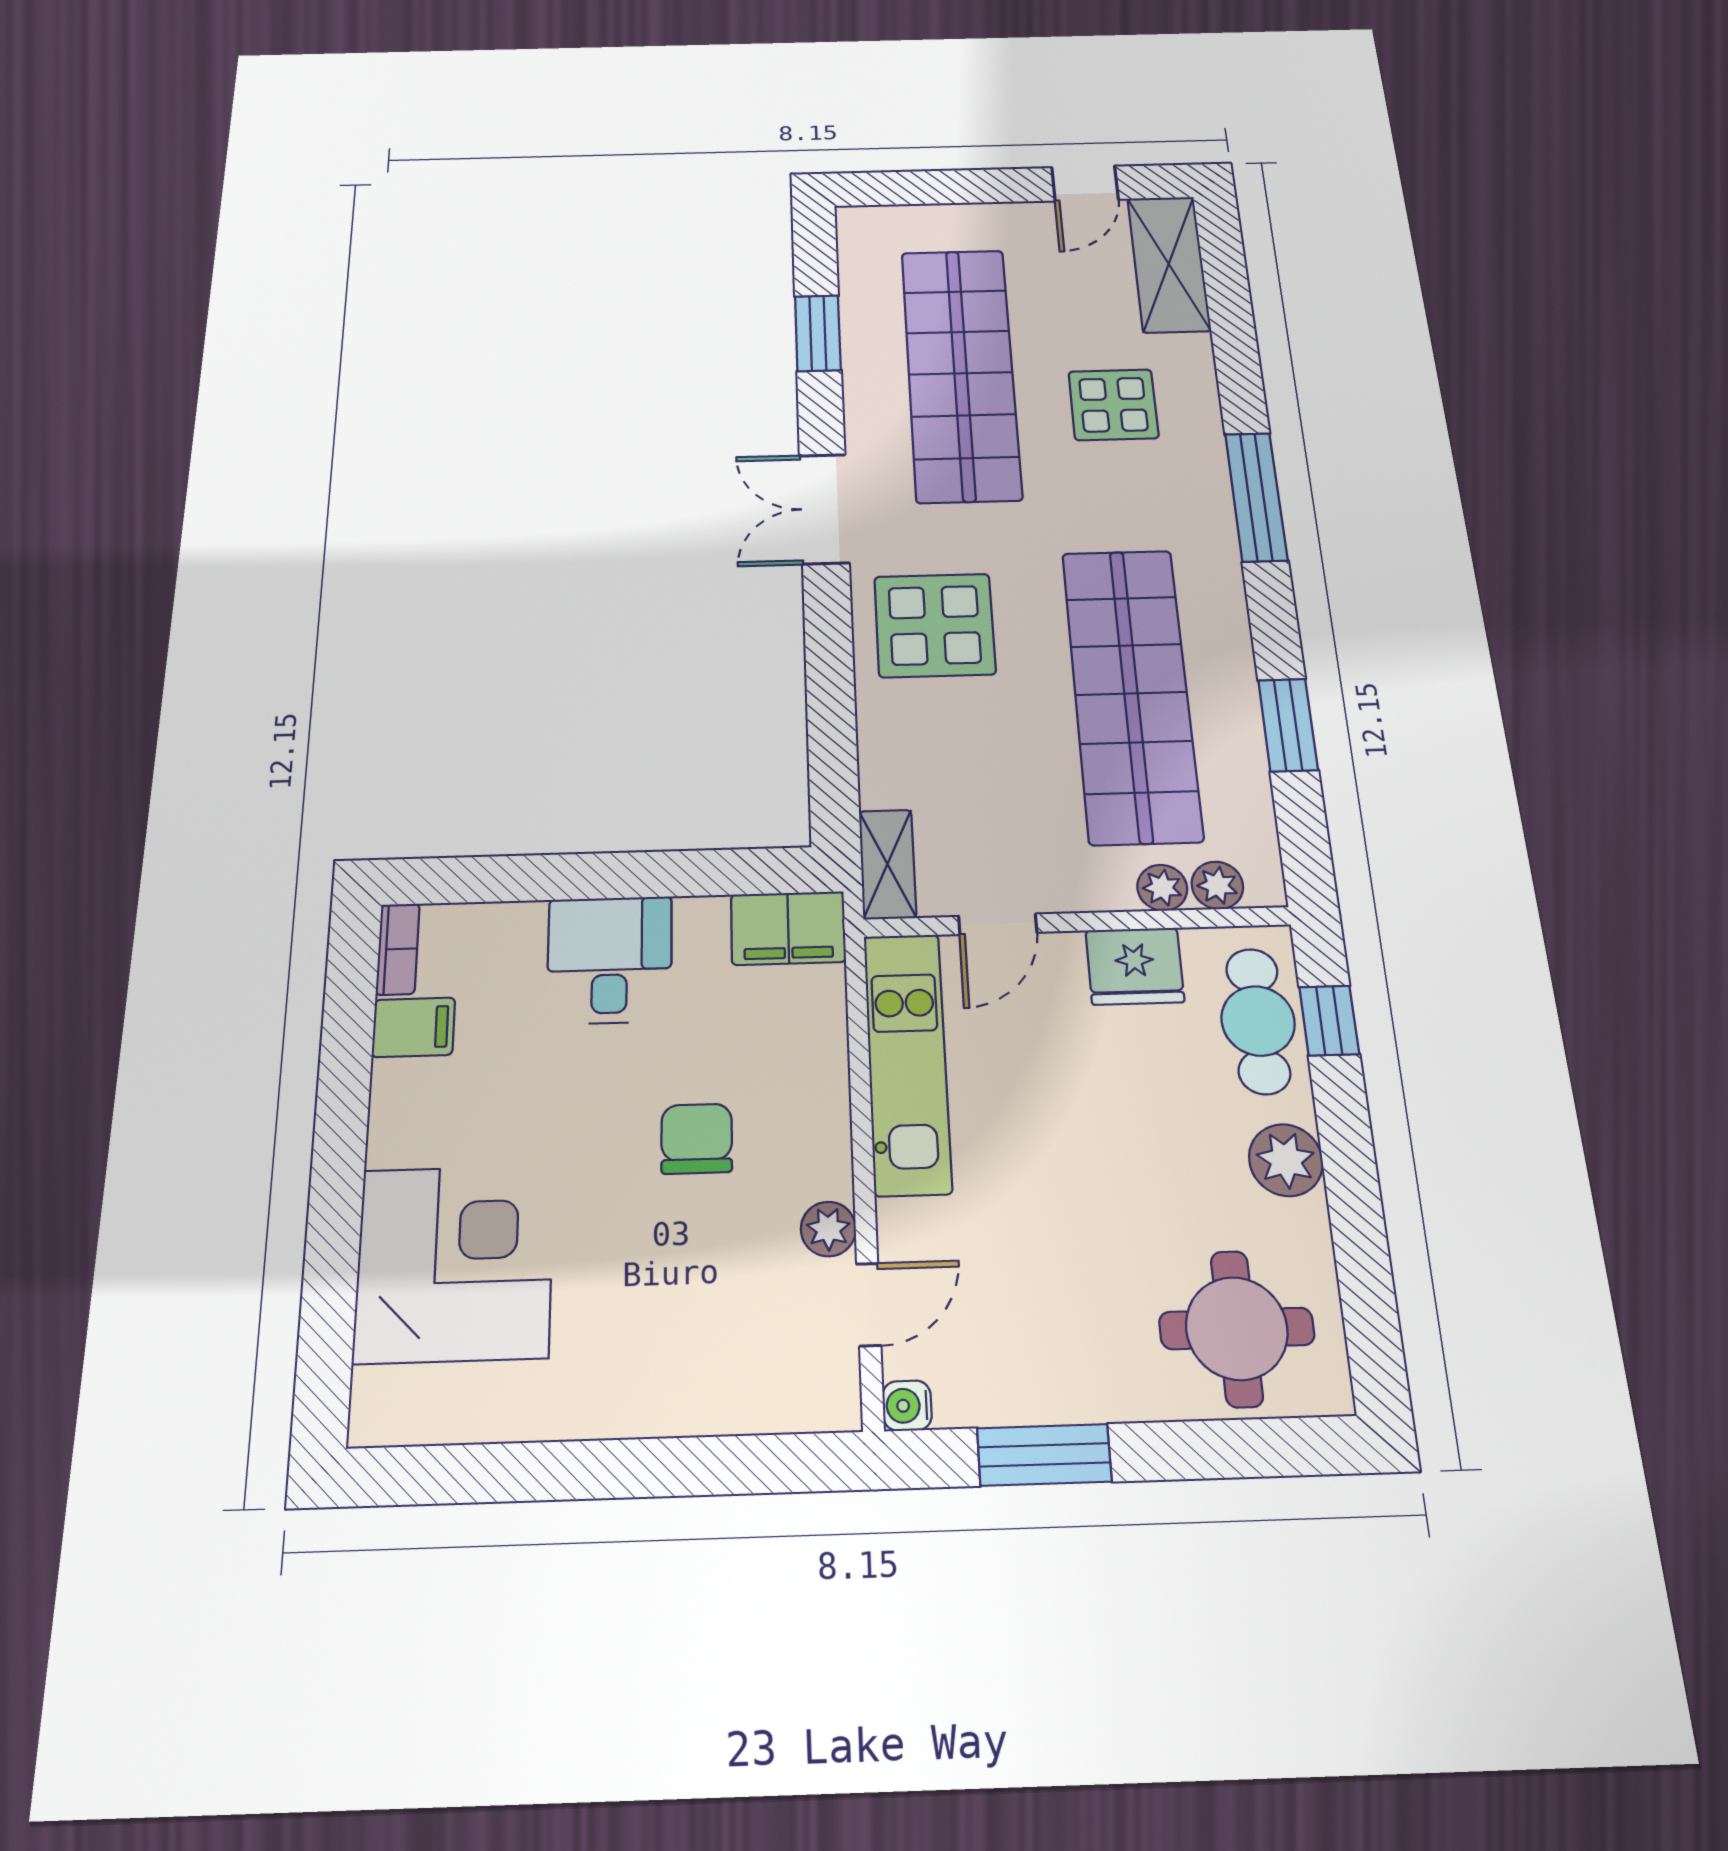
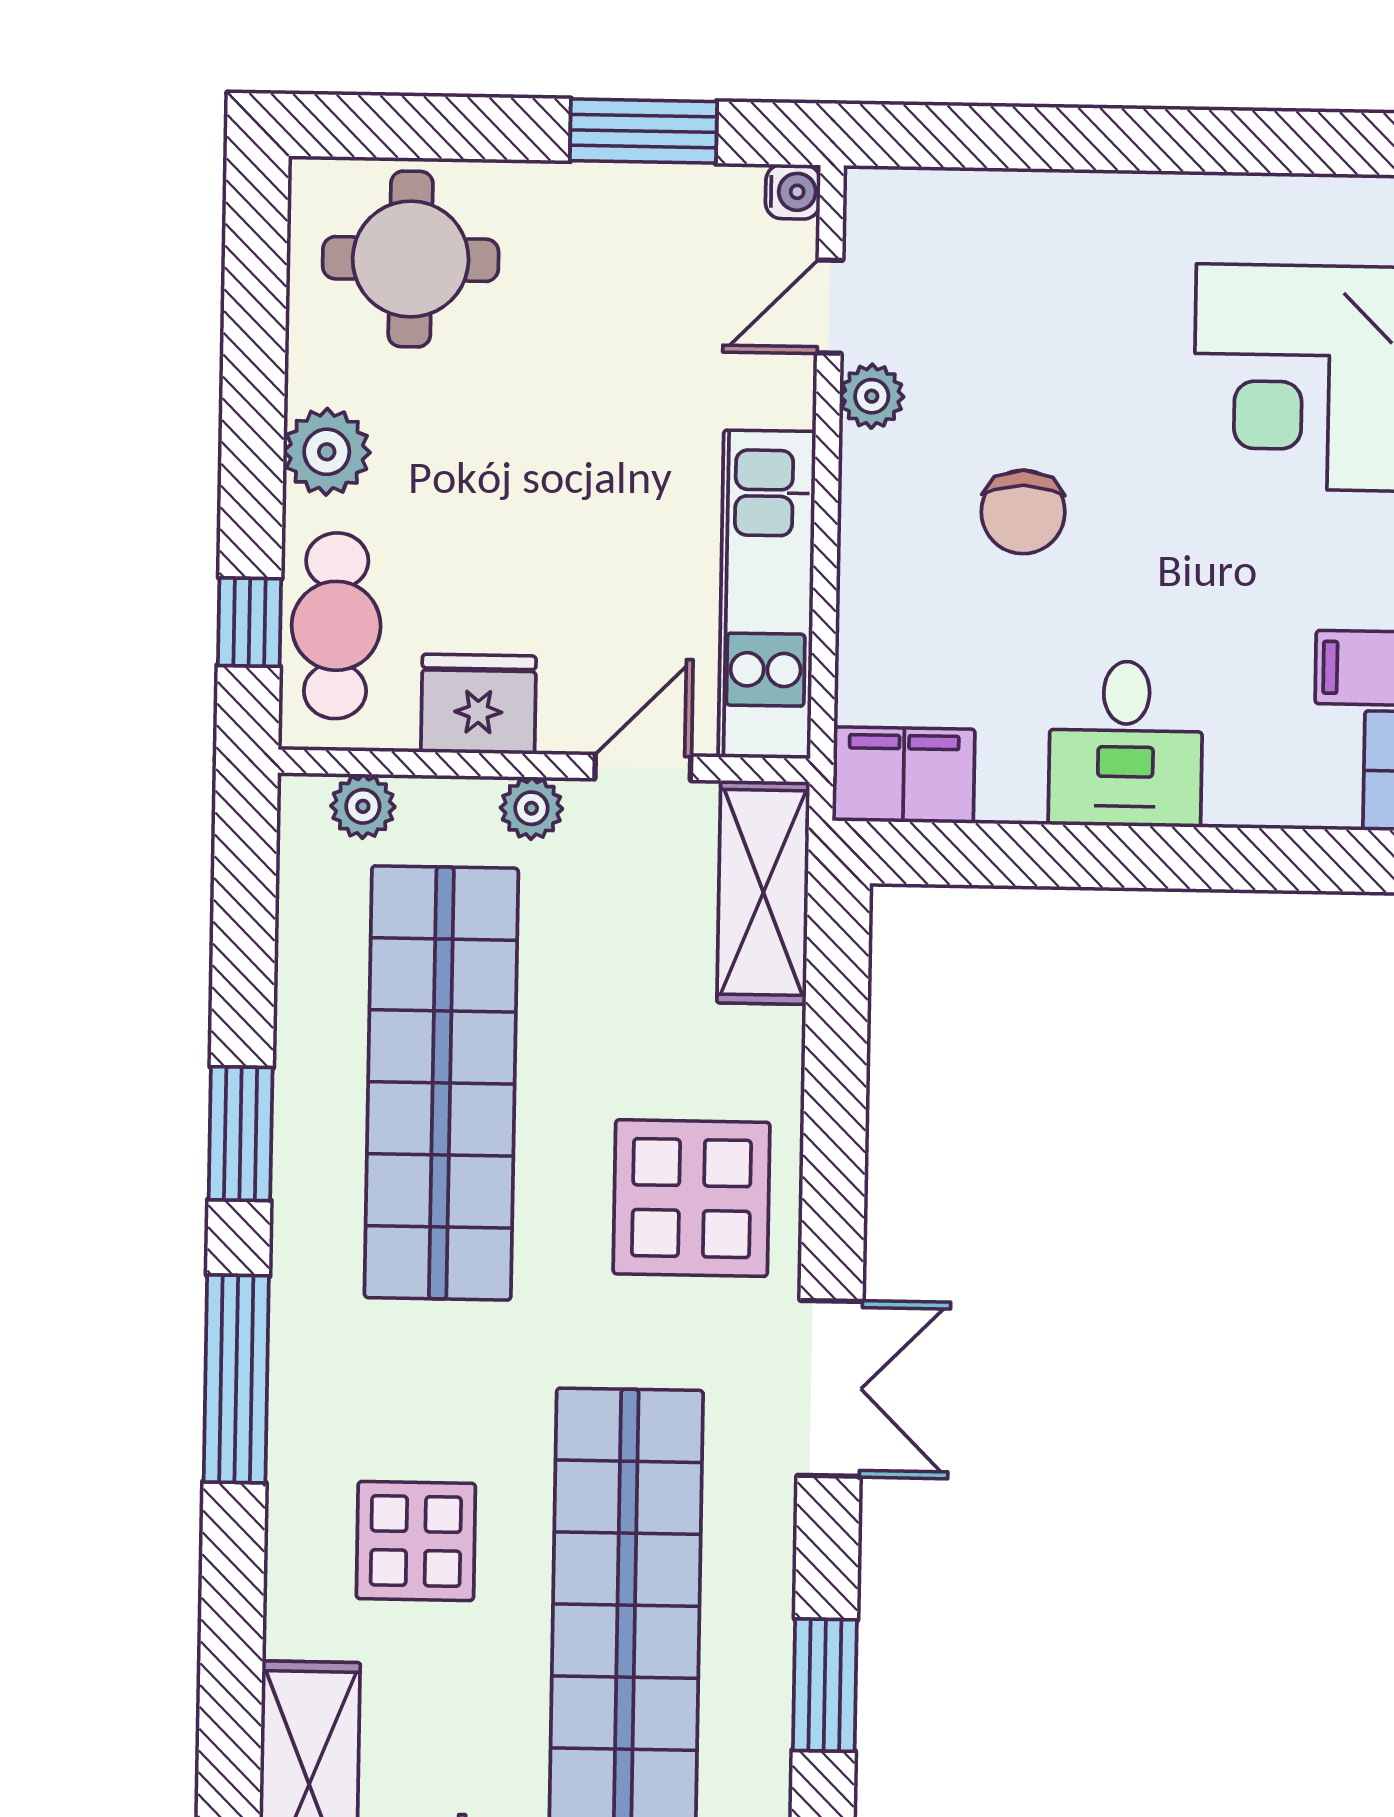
window: (1288, 725) -> (241, 1134), moved
shelving: (887, 864) -> (763, 892), width x1.50, depth x1.33
plant: (1162, 888) -> (531, 808), moved

